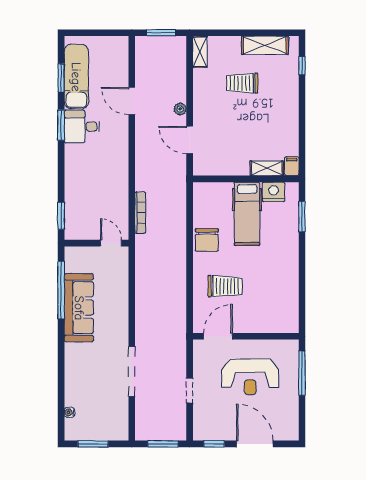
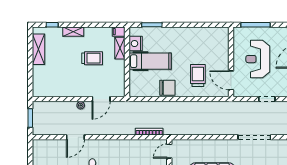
shelving: (200, 52) -> (73, 32), moved
trolley: (242, 83) -> (92, 58), moved, turned -90
reception desk: (250, 377) -> (258, 59), turned 180

